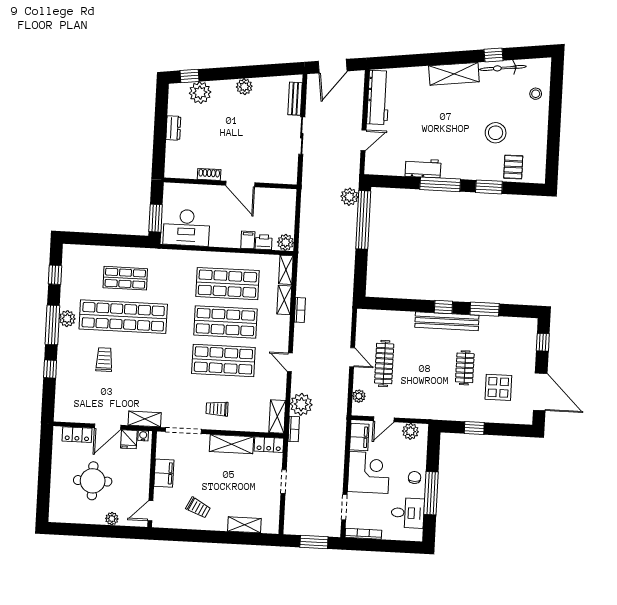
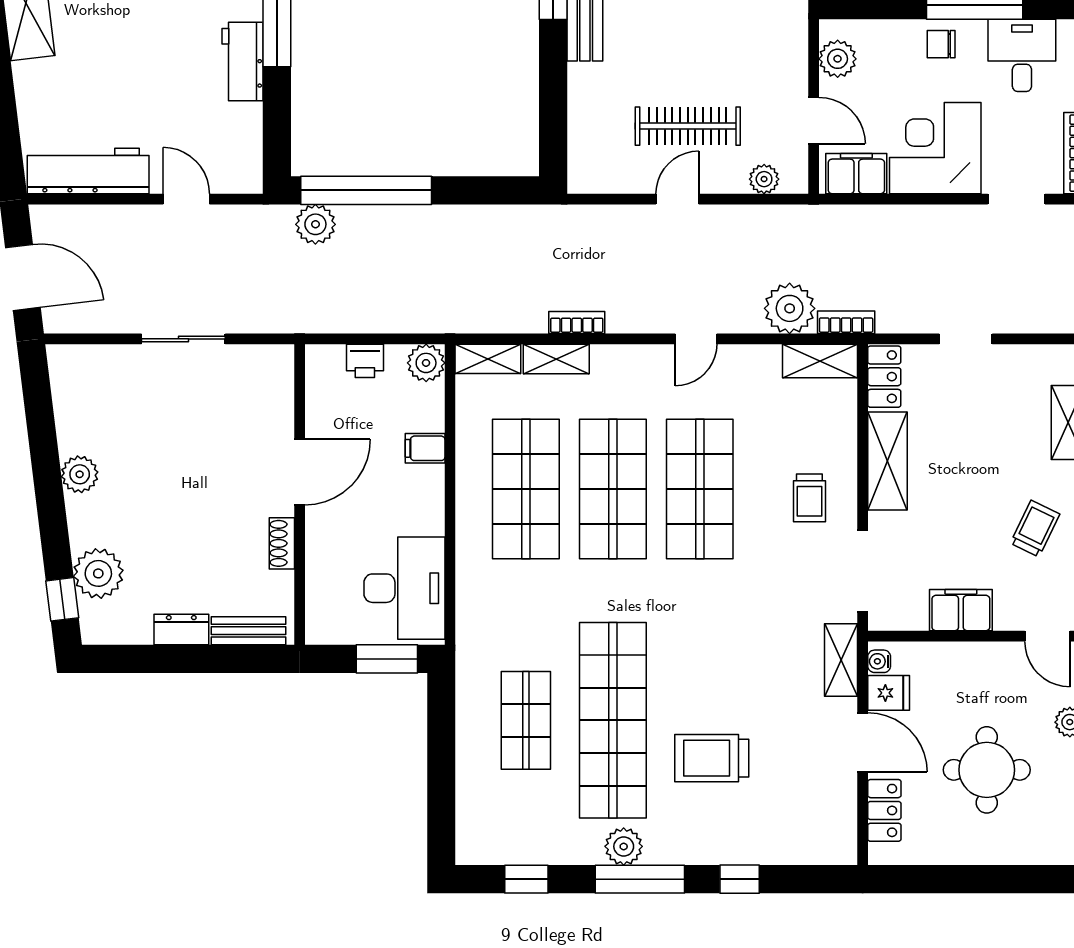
bench: (295, 99) -> (249, 631), moved
printer: (264, 242) -> (365, 361), moved, turned -90
trolley: (104, 360) -> (712, 758), width x1.36, depth x1.39

